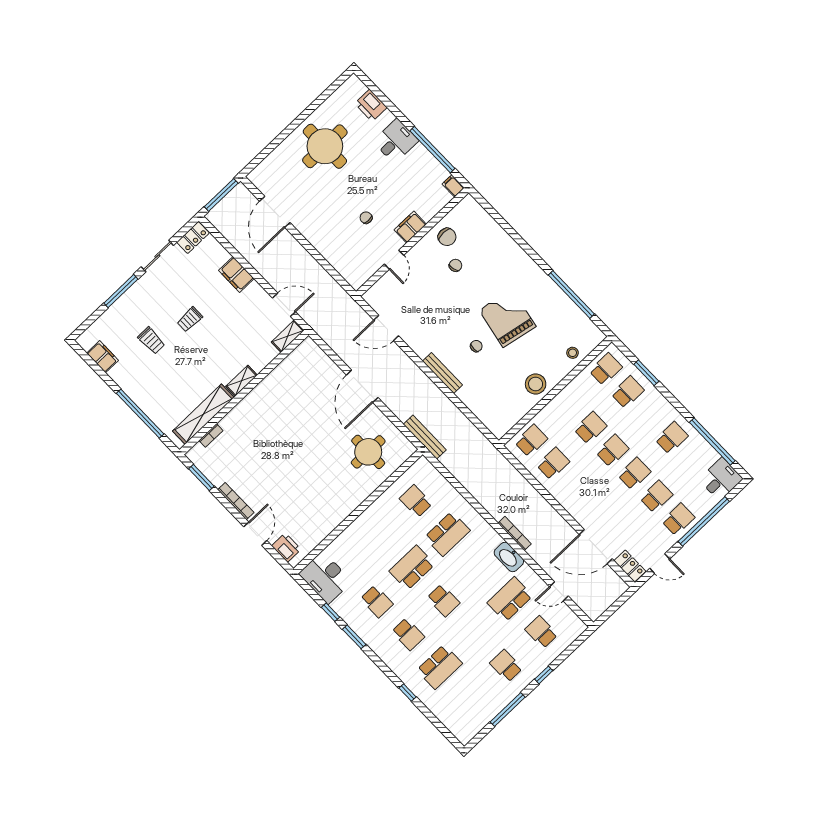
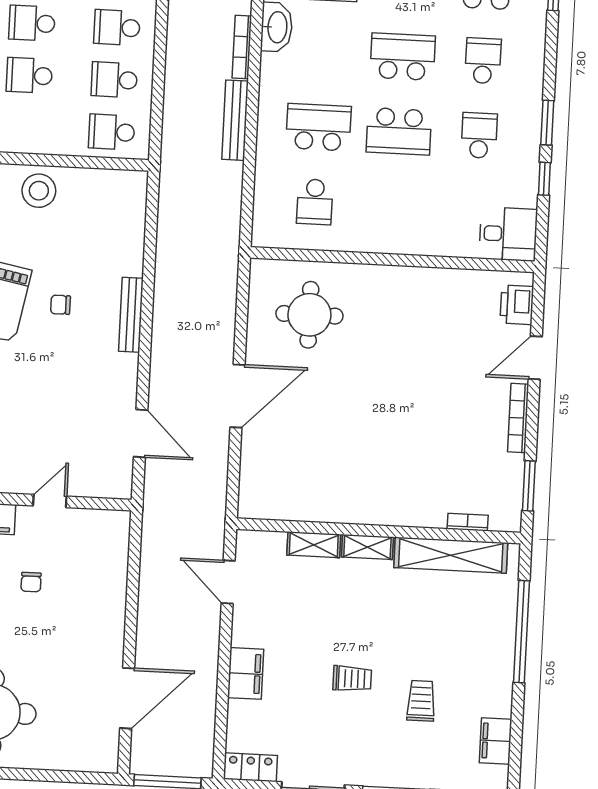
shelving: (288, 336) -> (314, 545), moved
bench: (425, 437) -> (235, 120), moved
school desk: (575, 486) -> (117, 27), added
desk: (325, 577) -> (508, 234), width x0.73
school desk: (443, 600) -> (403, 57), width x1.85

